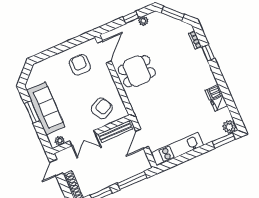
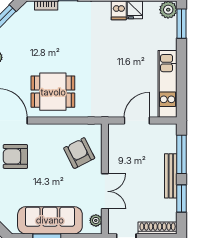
dining table: (137, 71) -> (53, 92), turned 90
bench: (115, 132) -> (171, 176), moved
door: (142, 139) -> (137, 121), swing flipped

